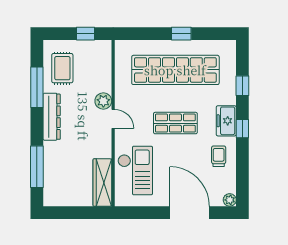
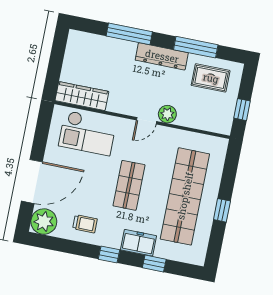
freezer: (226, 121) -> (139, 243), moved
window: (37, 167) -> (129, 34), moved
plant: (230, 200) -> (44, 222), width x1.88, depth x1.88

